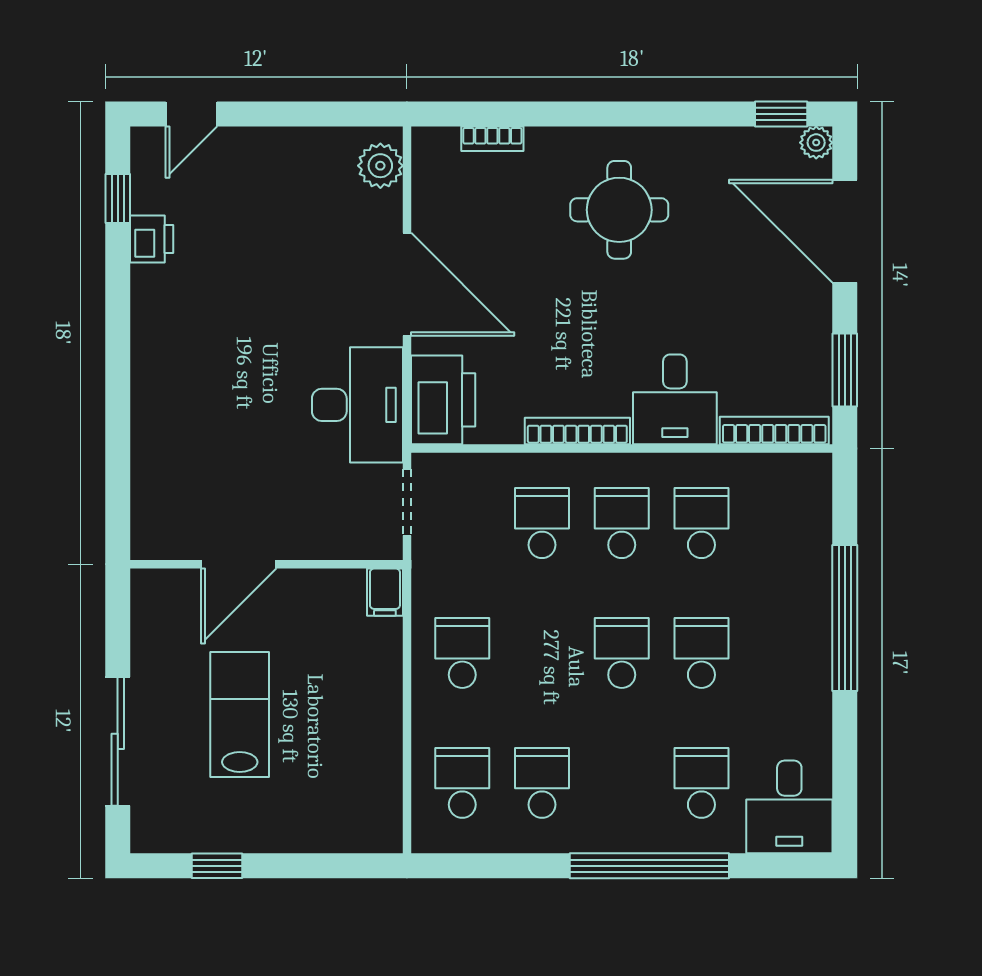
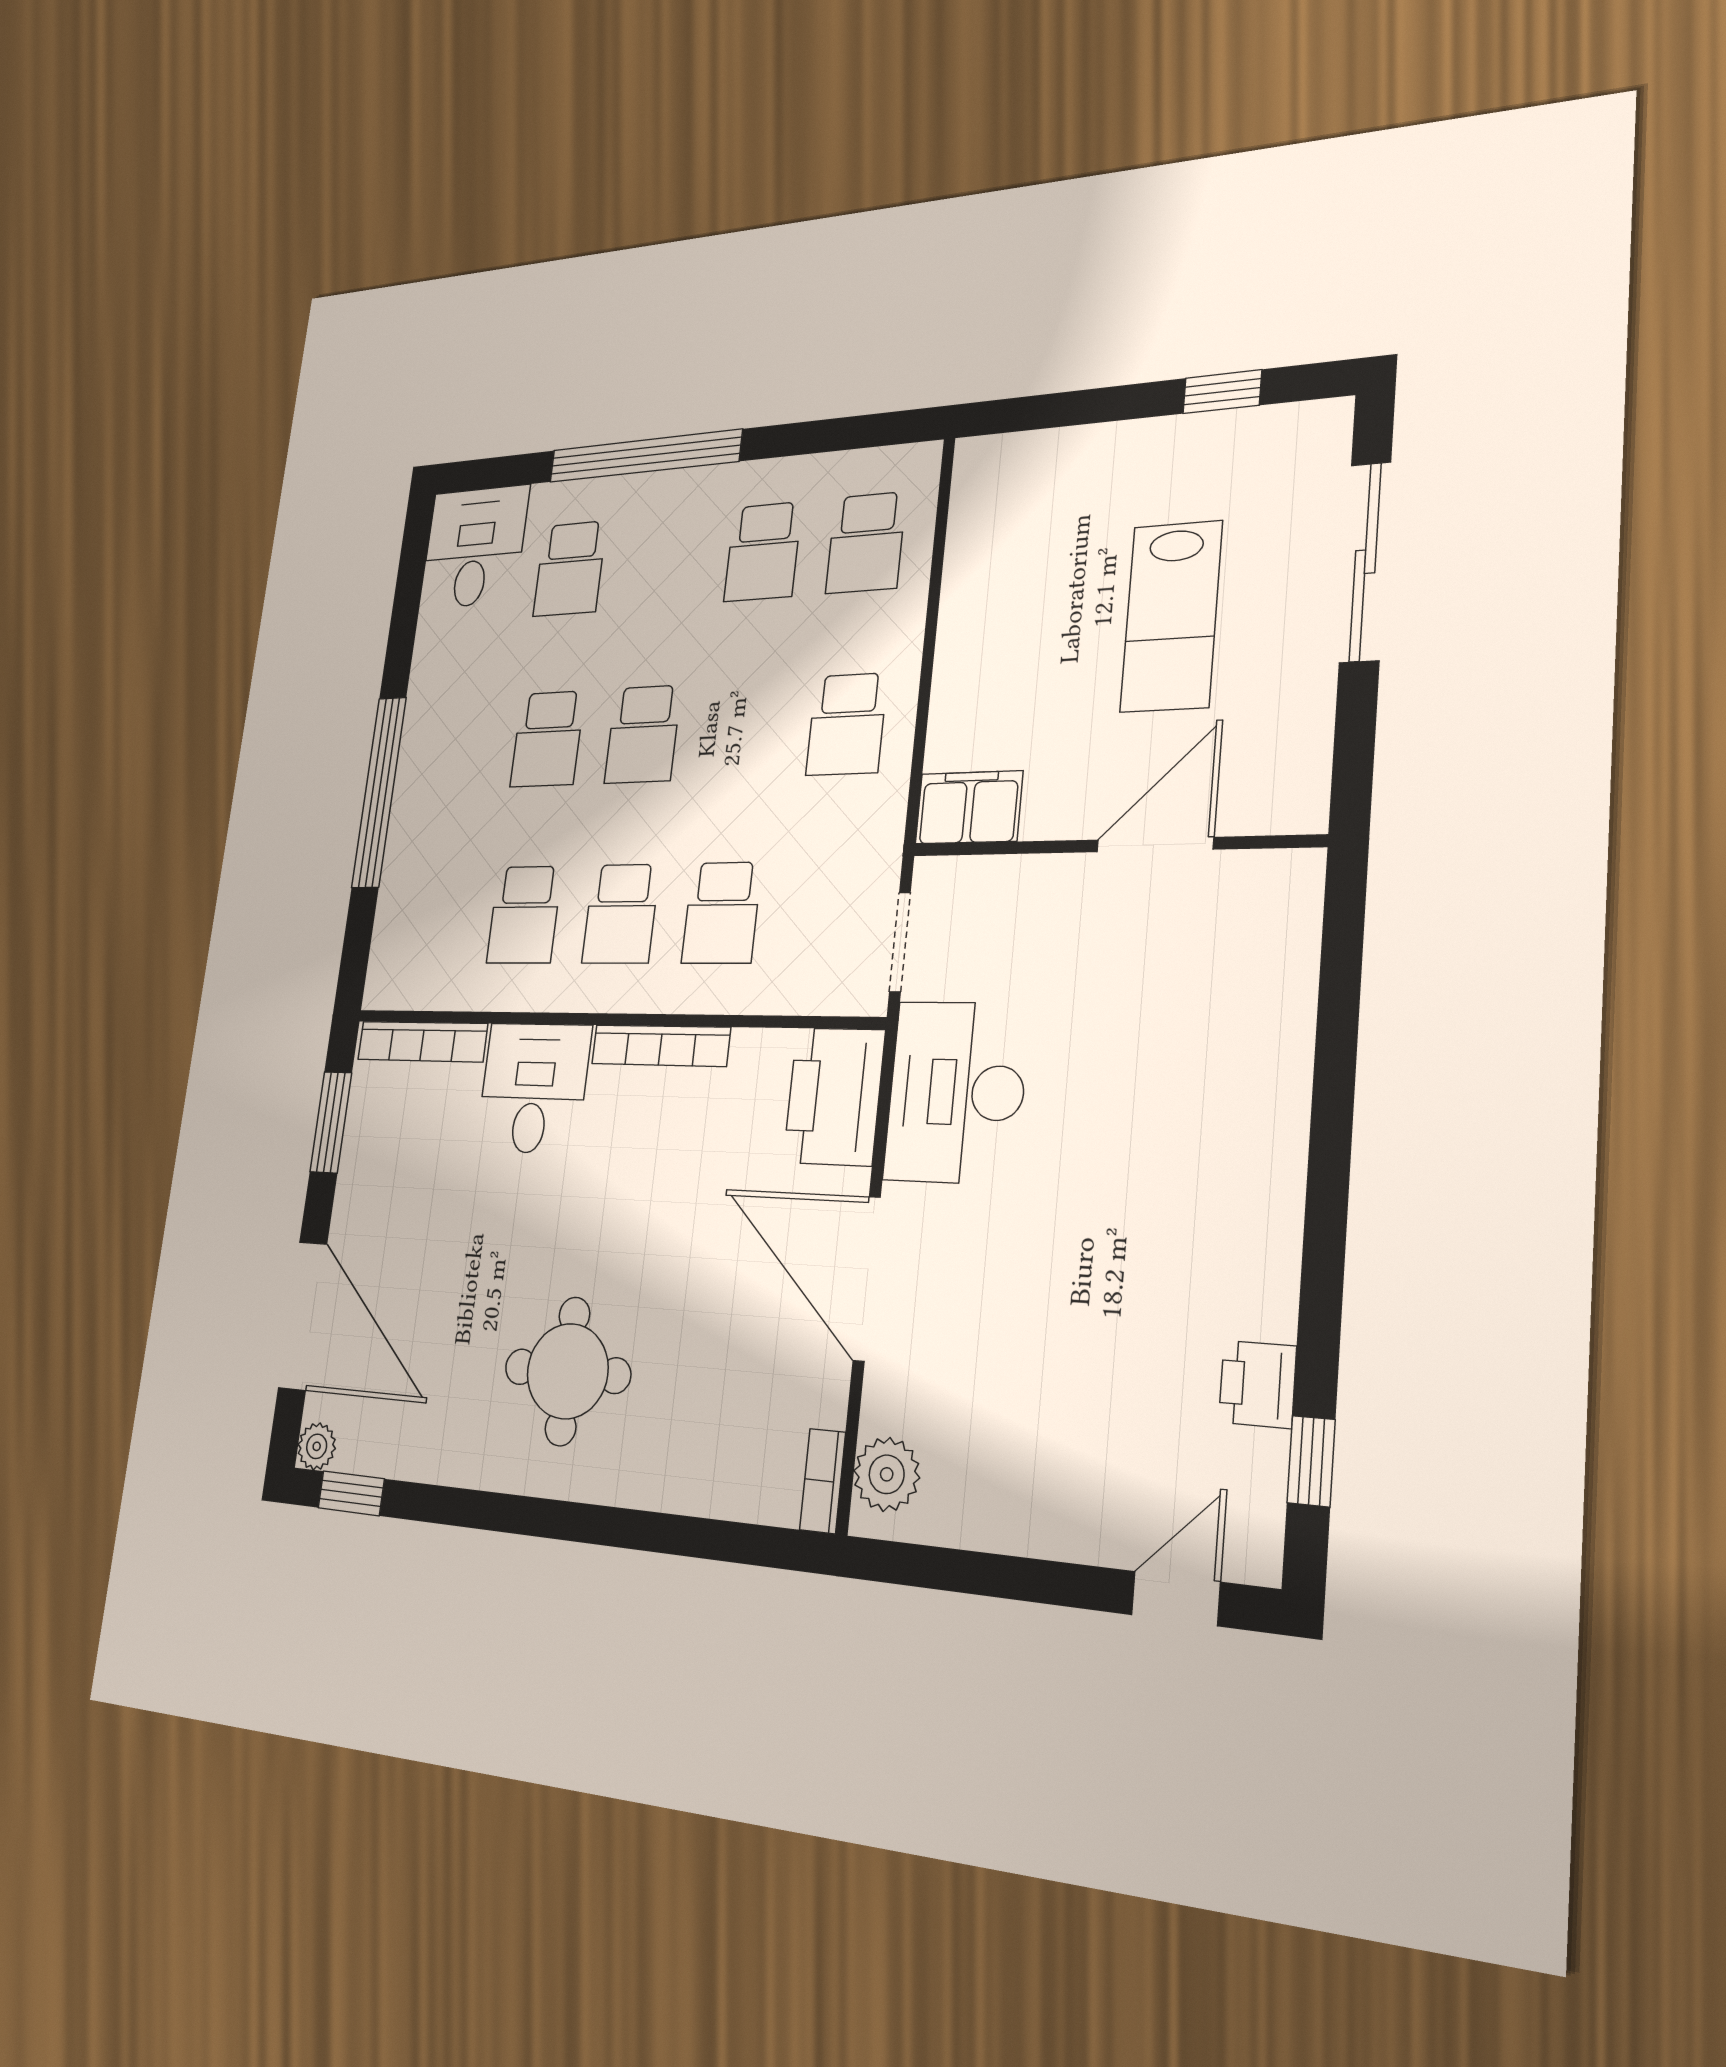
bookcase: (492, 139) -> (823, 1481), moved, turned -90
filing cabinet: (385, 592) -> (969, 807), width x2.00

